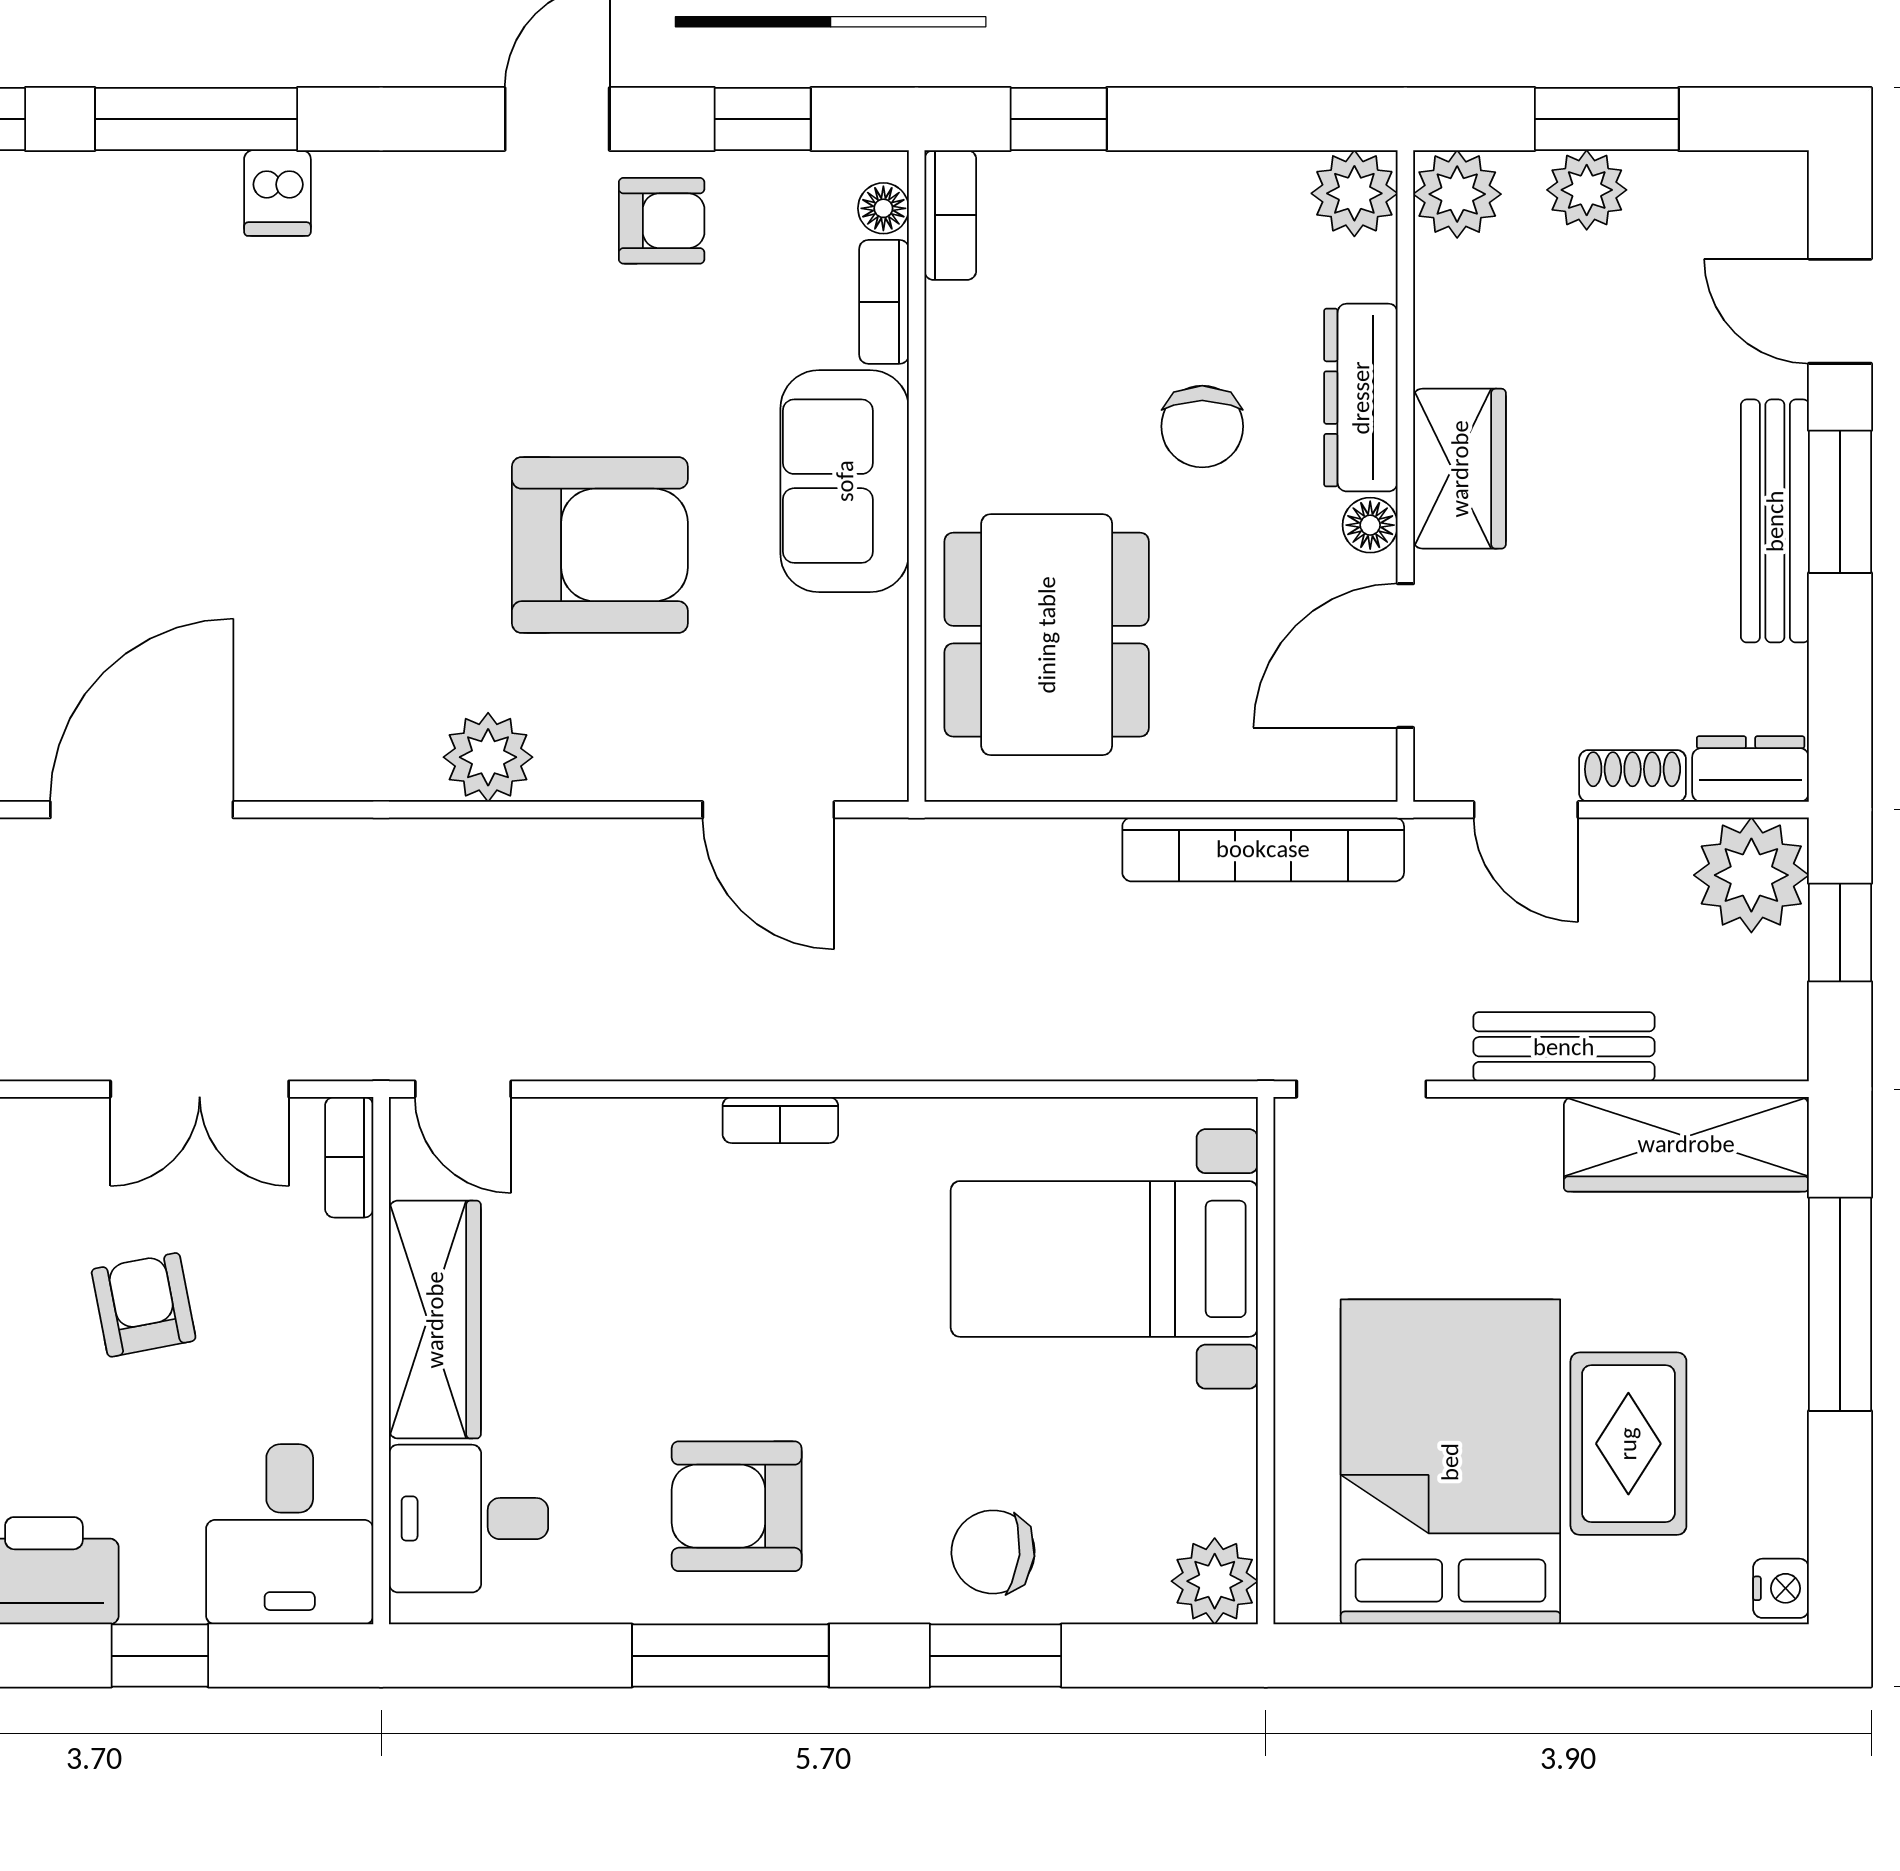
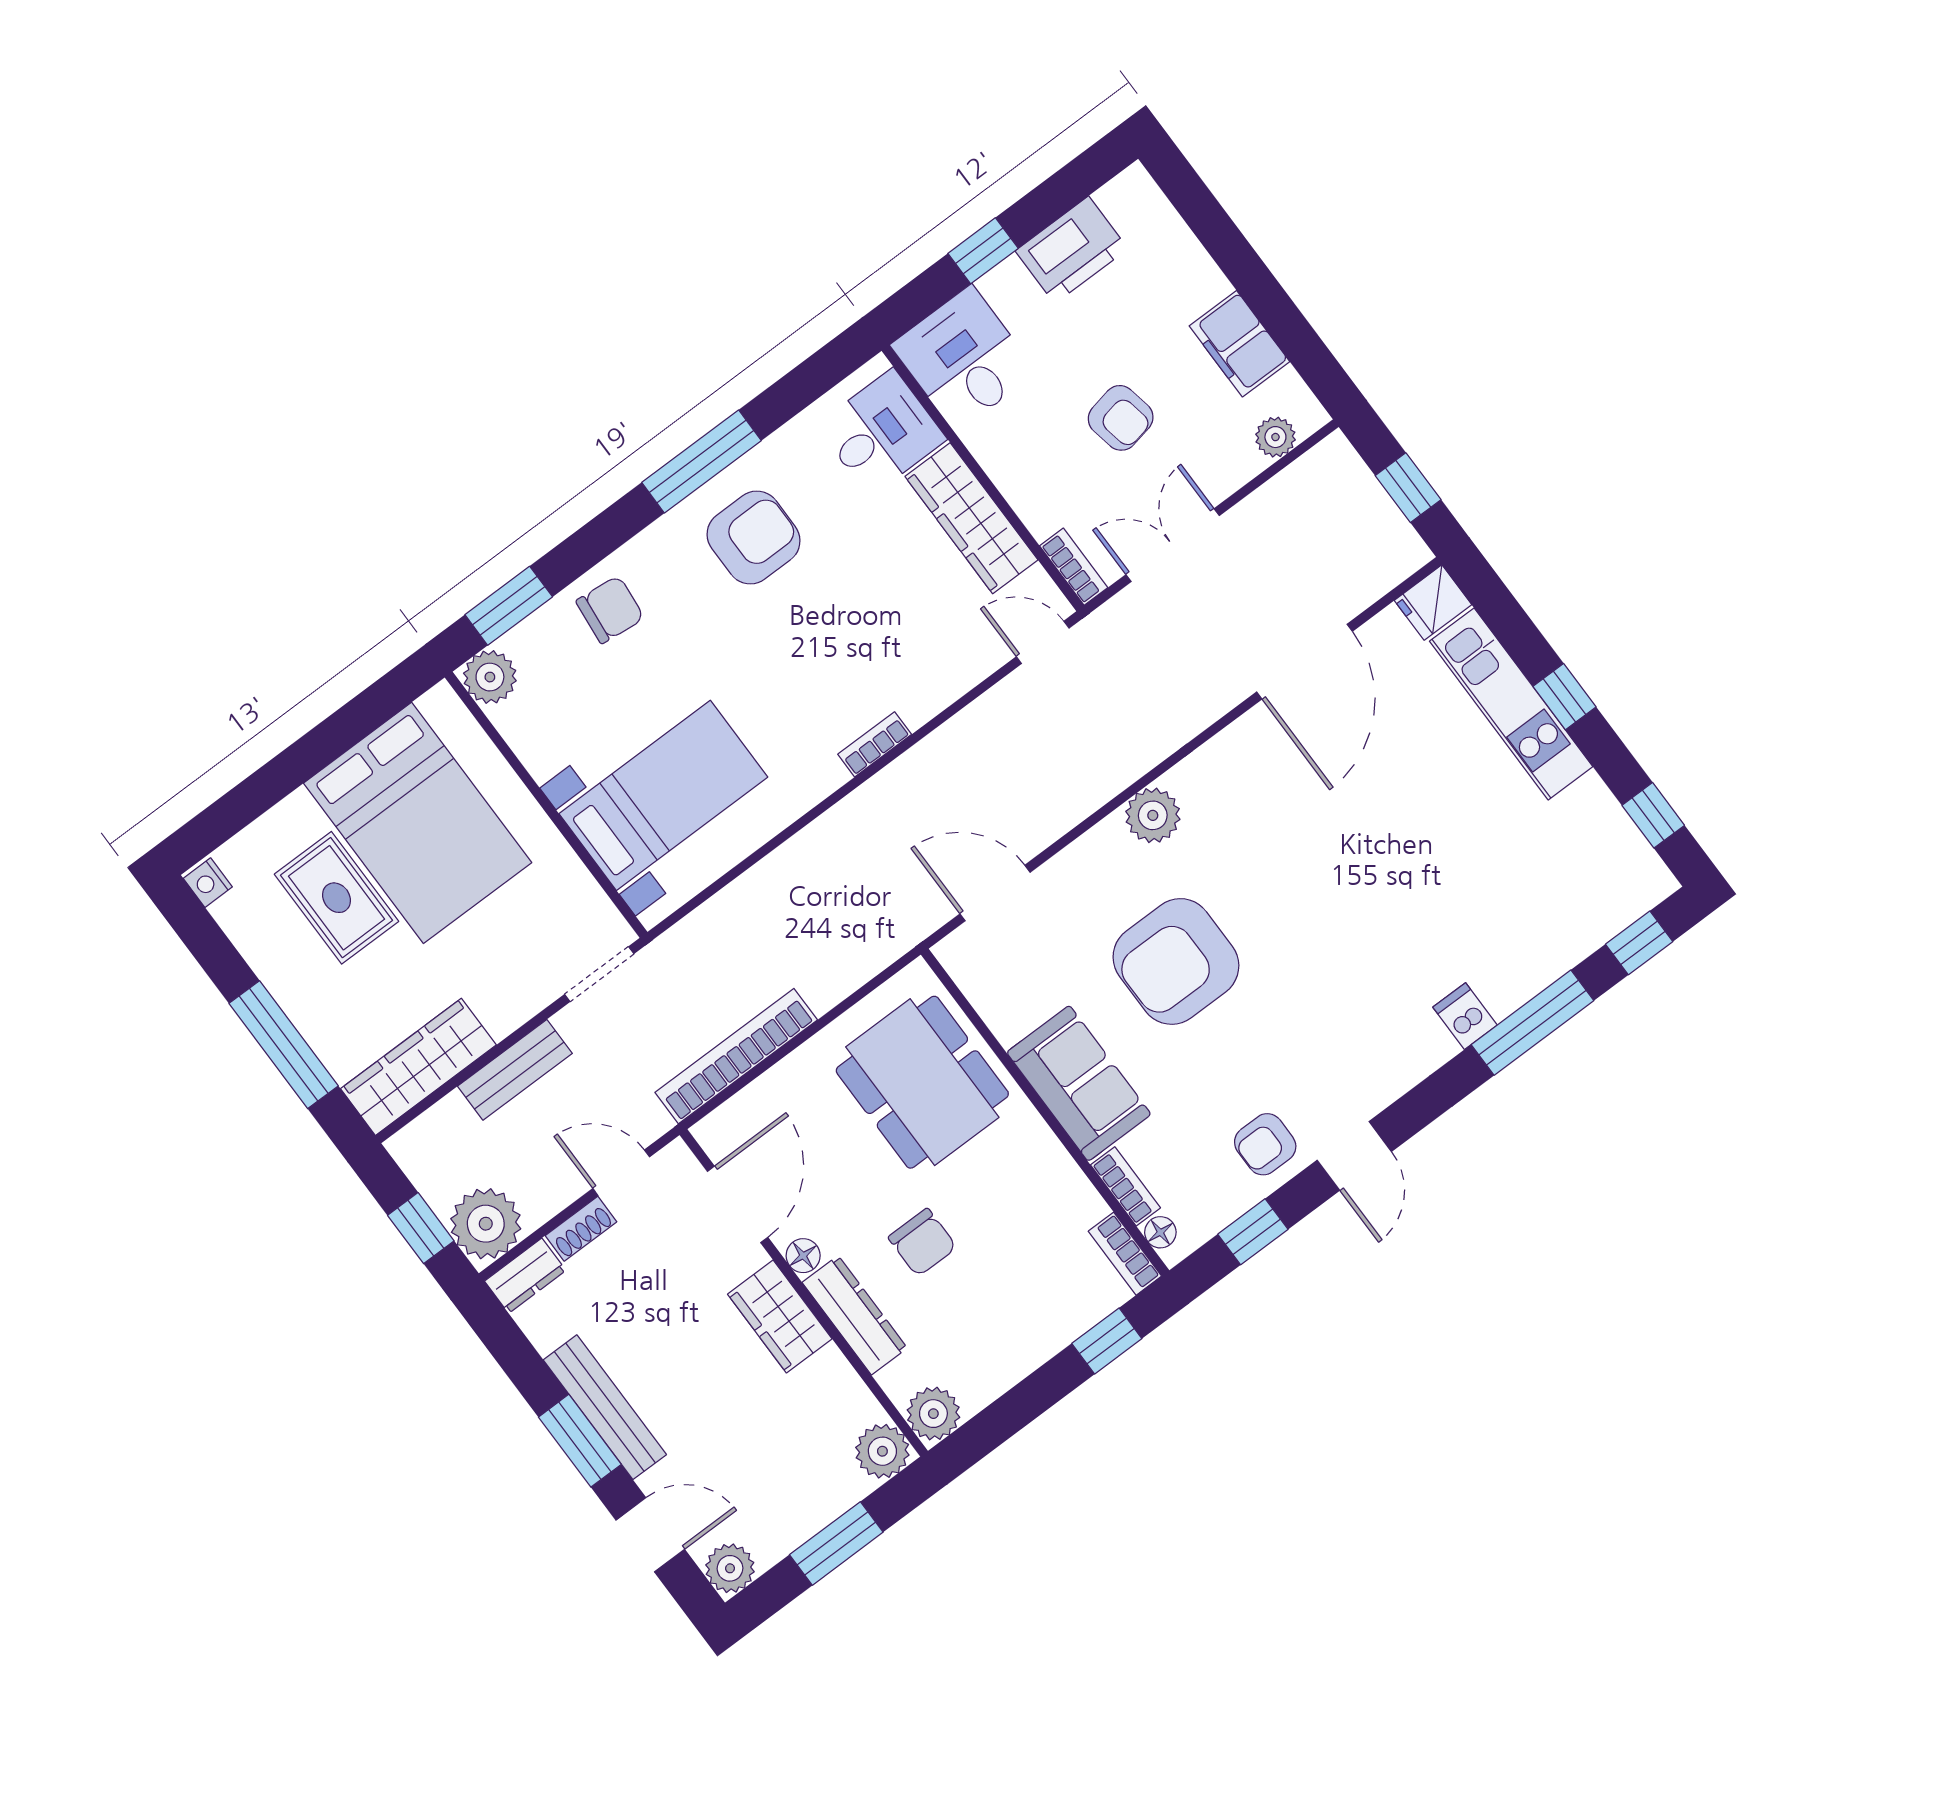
plant: (1587, 190) -> (730, 1568), moved
chair: (1202, 426) -> (922, 1242), turned 180
window: (995, 1656) -> (509, 606), moved

